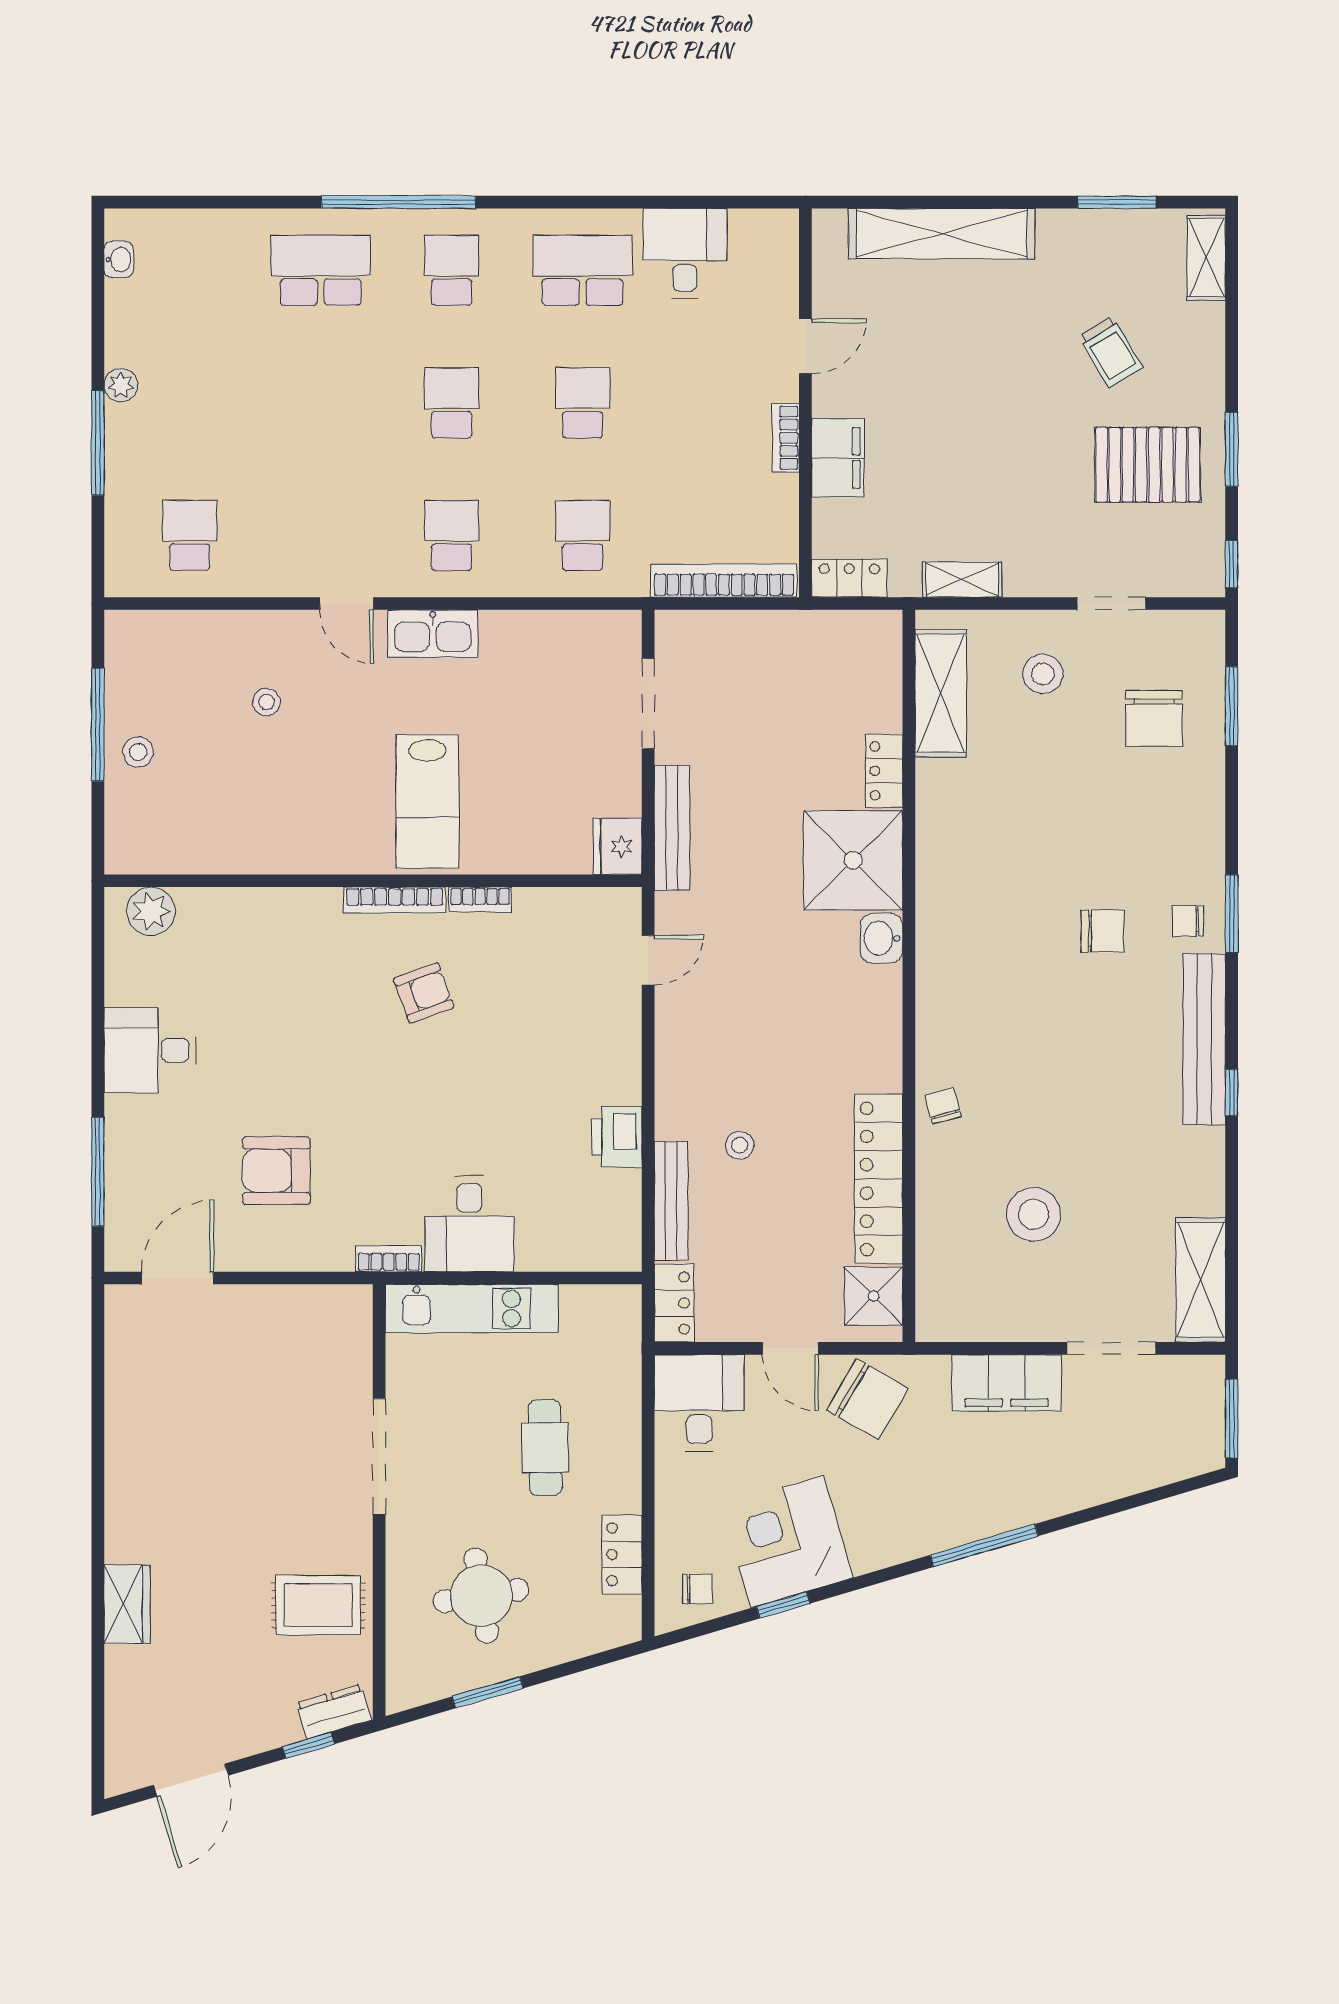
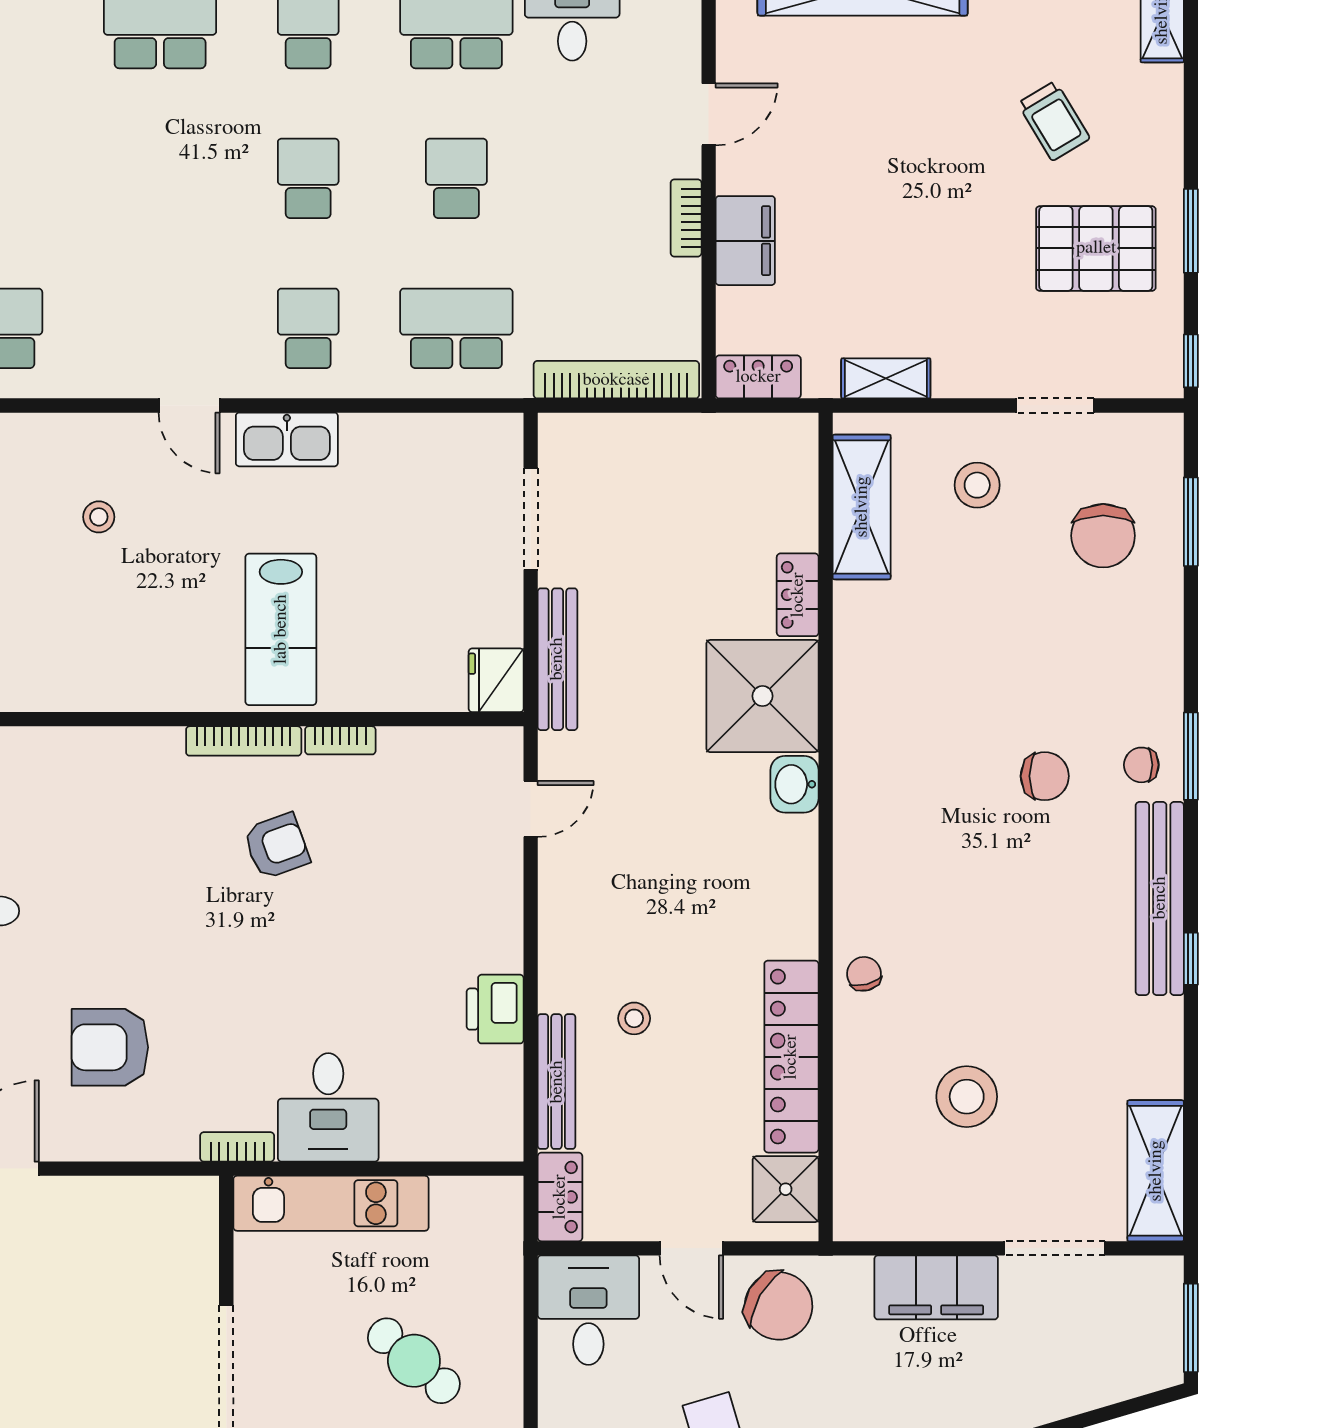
school desk: (583, 535) -> (456, 328), width x1.85
cafe table: (545, 1448) -> (414, 1361), turned -48

